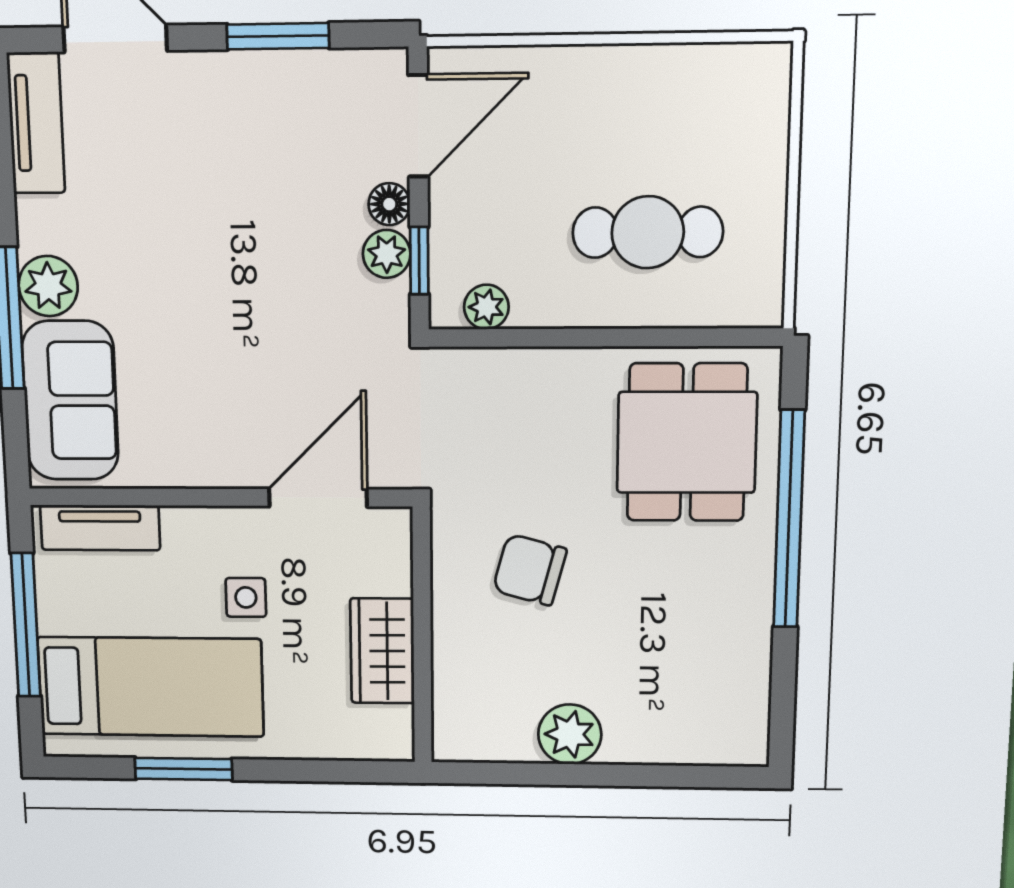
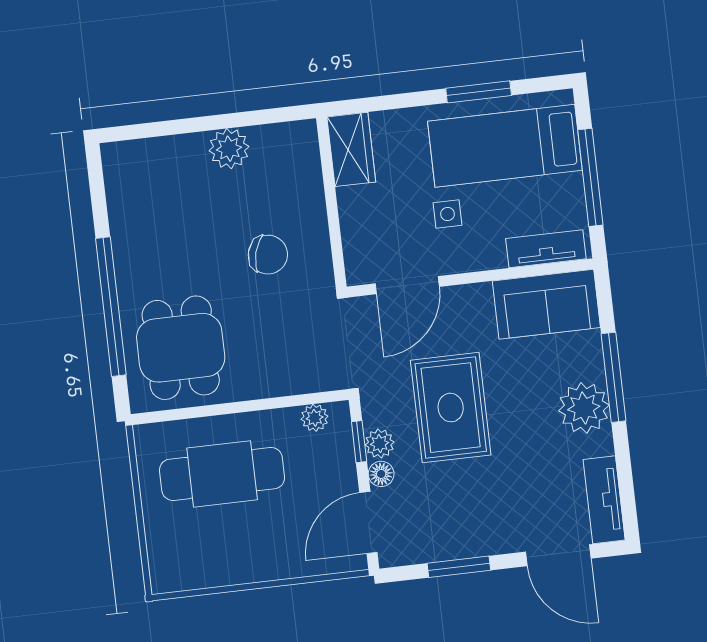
cafe table: (648, 232) -> (222, 474), width x1.37, depth x1.35
plant: (48, 286) -> (584, 408), width x1.36, depth x1.36
rug: (268, 299) -> (451, 408), added
sofa: (70, 401) -> (546, 304), moved, turned -90
wardrobe: (382, 651) -> (351, 149), moved

